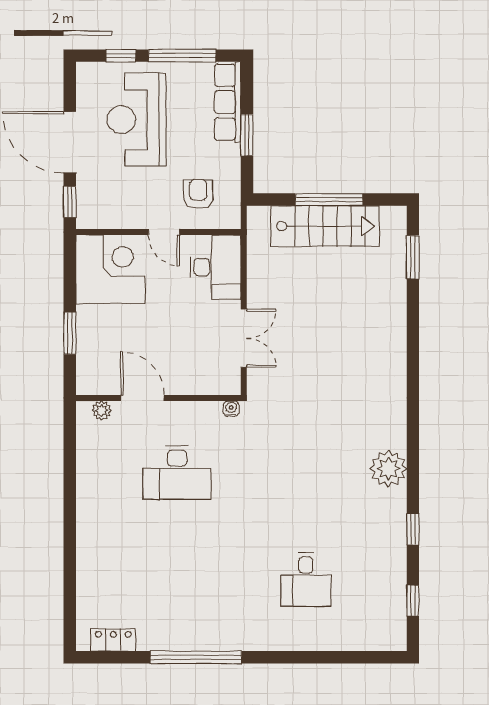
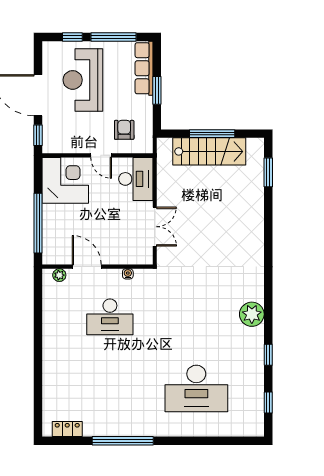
window: (70, 333) -> (38, 223), width x2.11
water cooler: (231, 409) -> (128, 274), moved
desk: (306, 579) -> (196, 388), width x1.87, depth x1.30

